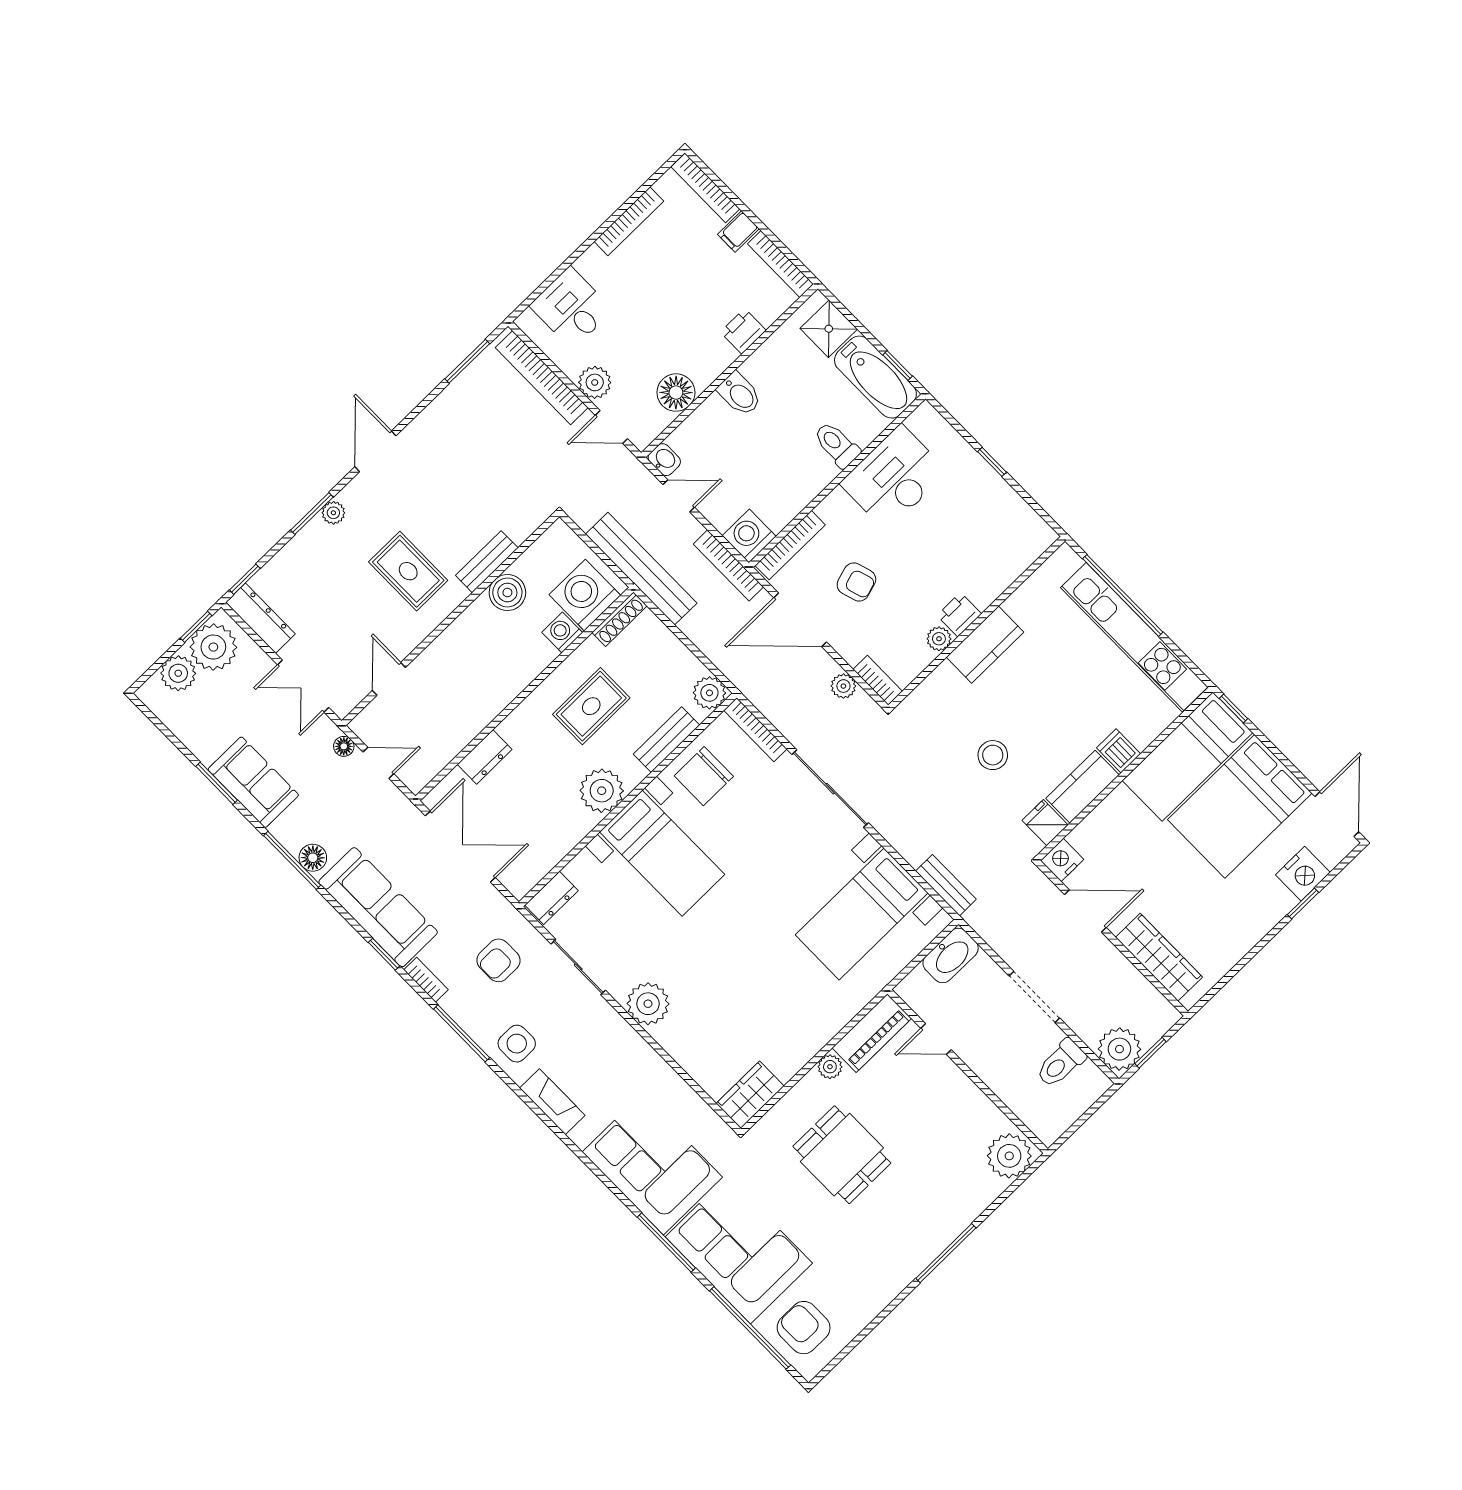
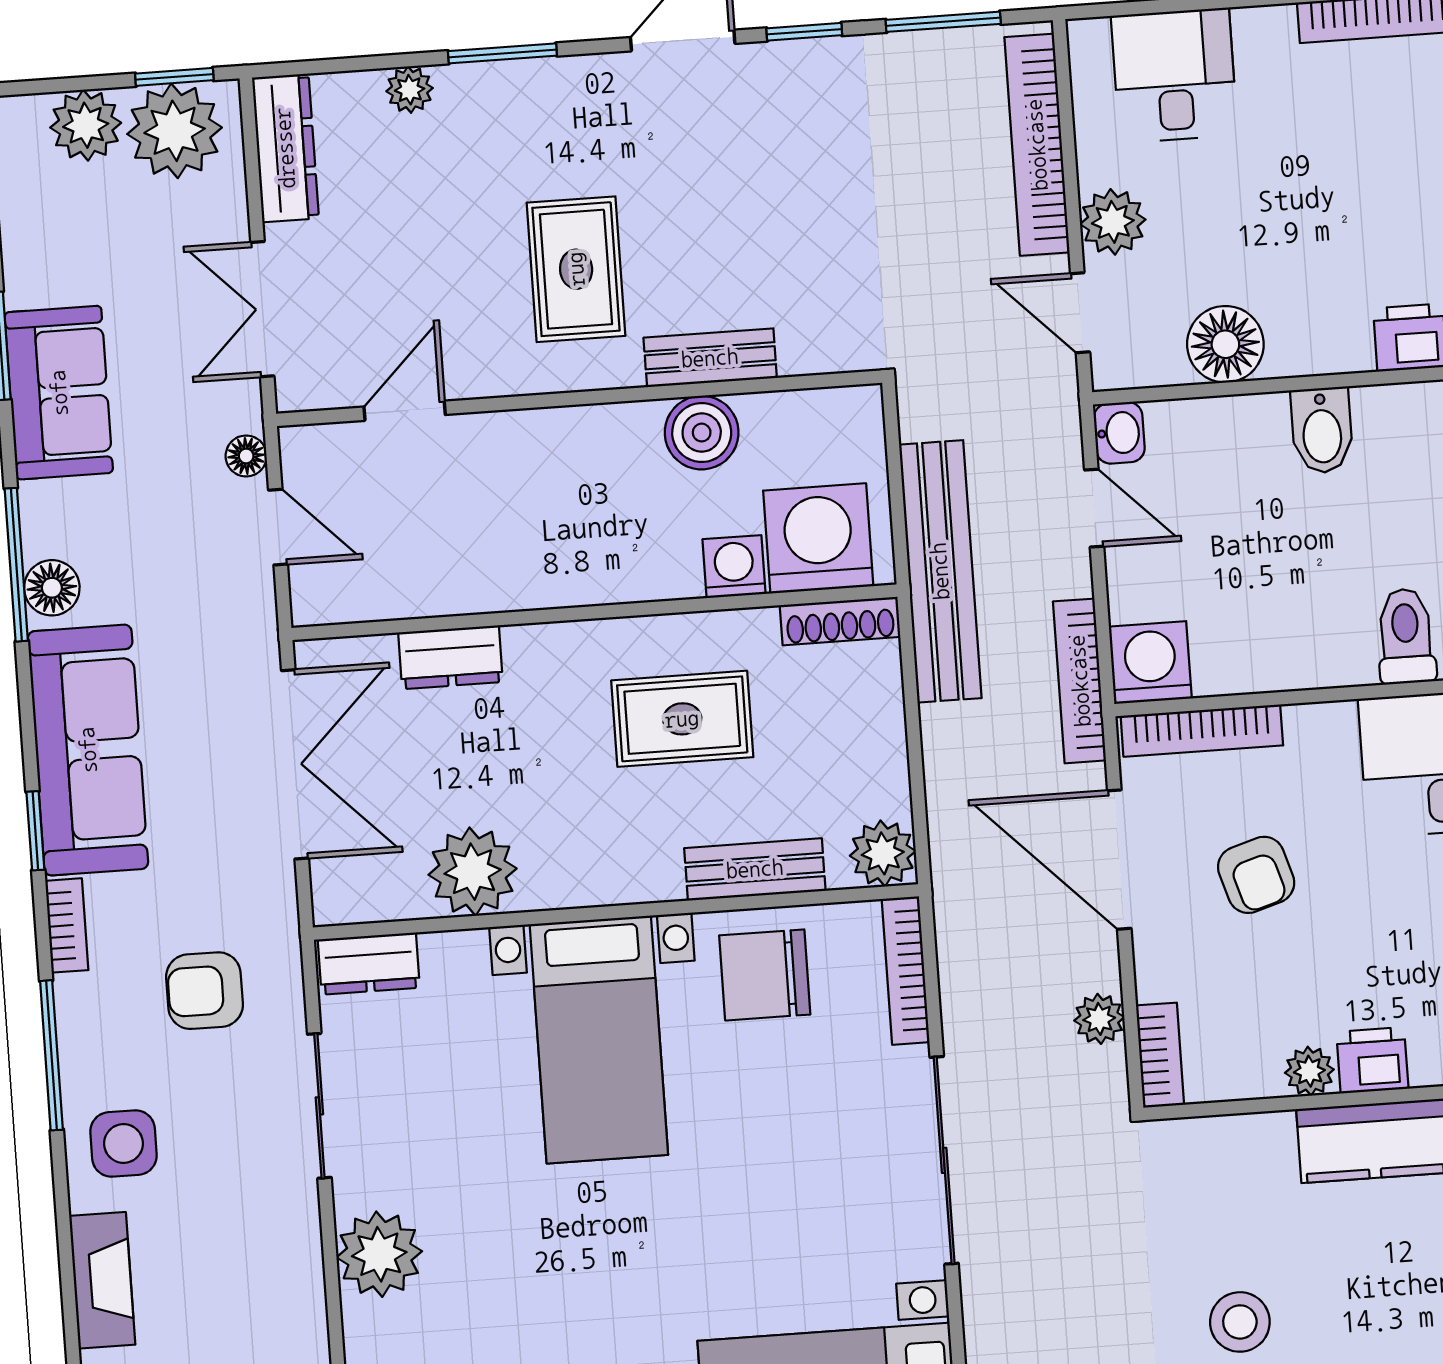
plant: (333, 513) -> (410, 90), moved
window: (245, 579) -> (804, 32), moved
plant: (602, 791) -> (473, 872), moved

